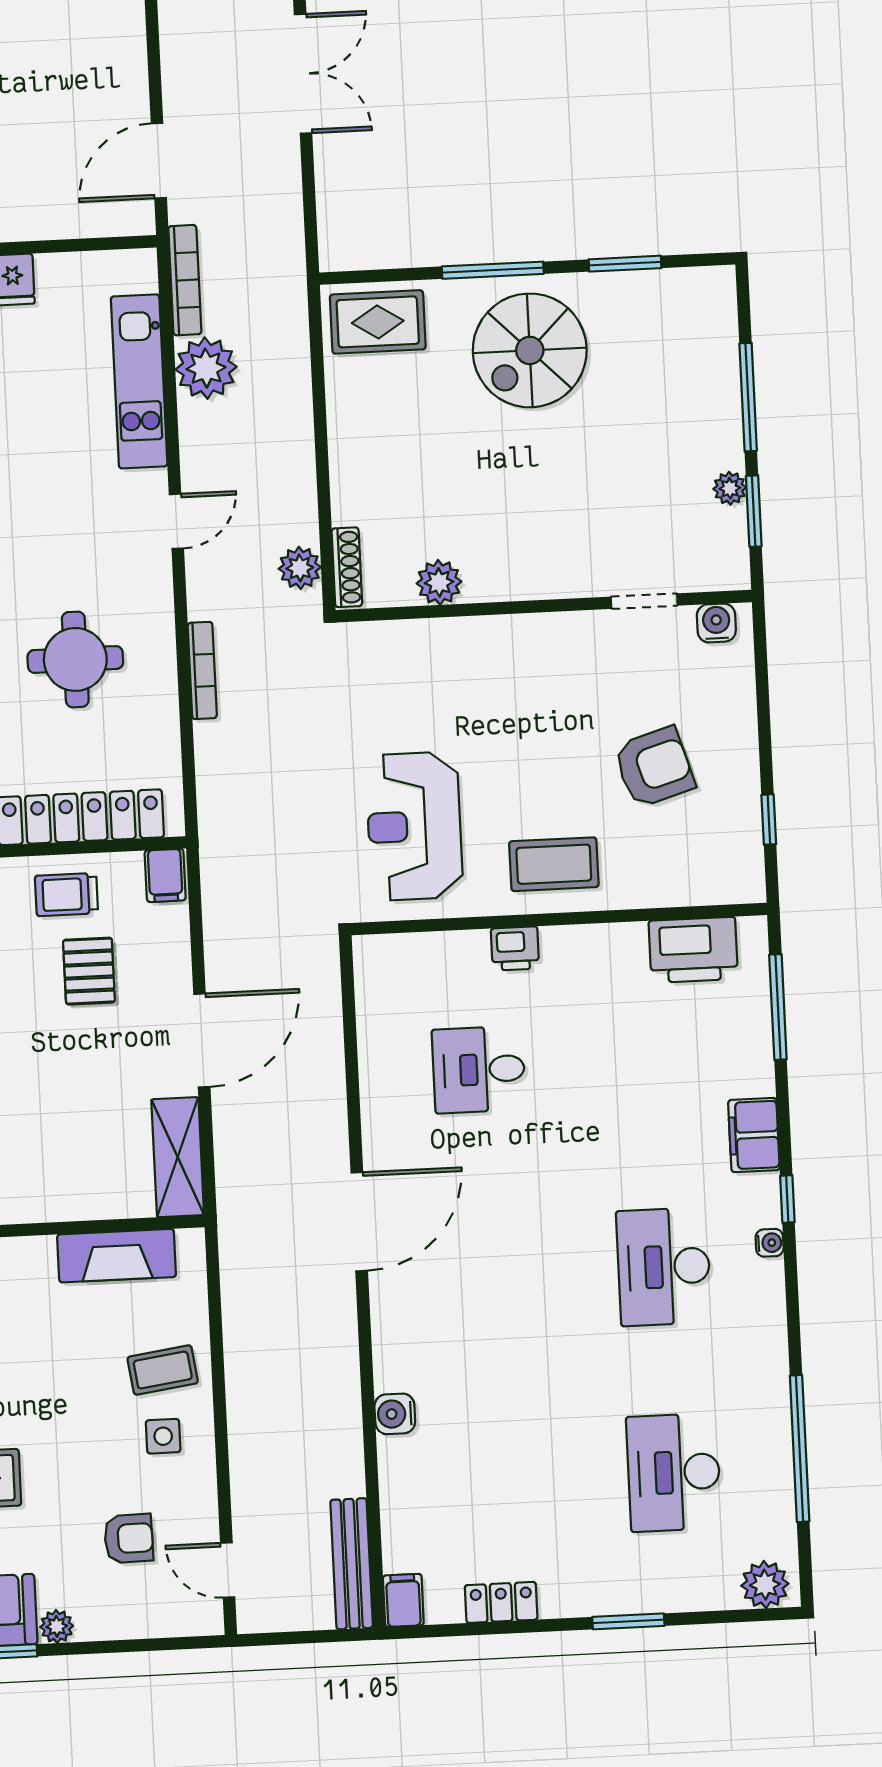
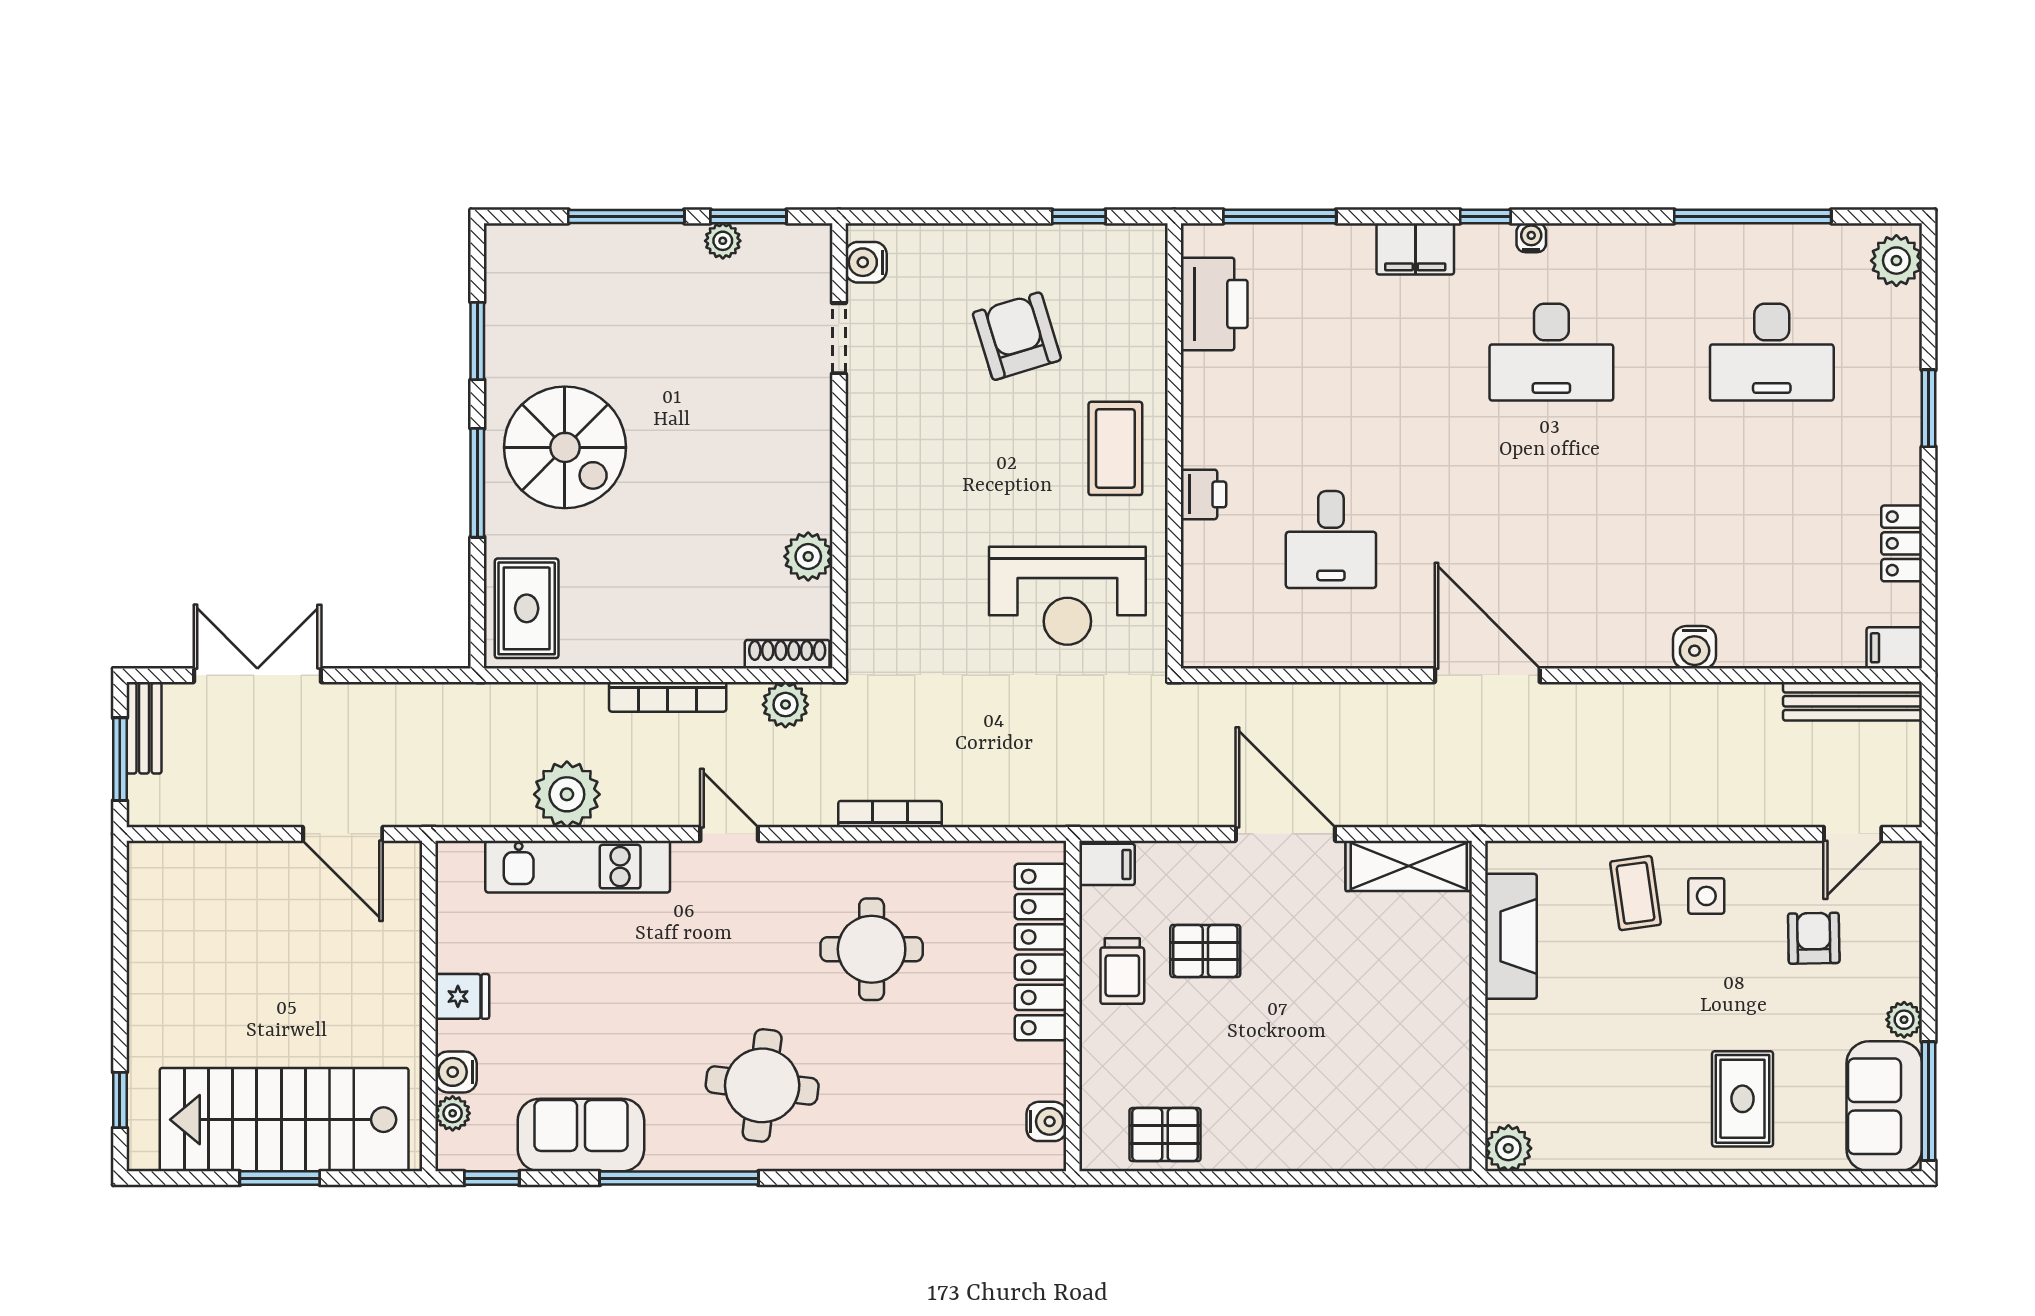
bookcase: (185, 280) -> (668, 697), moved, turned 180

